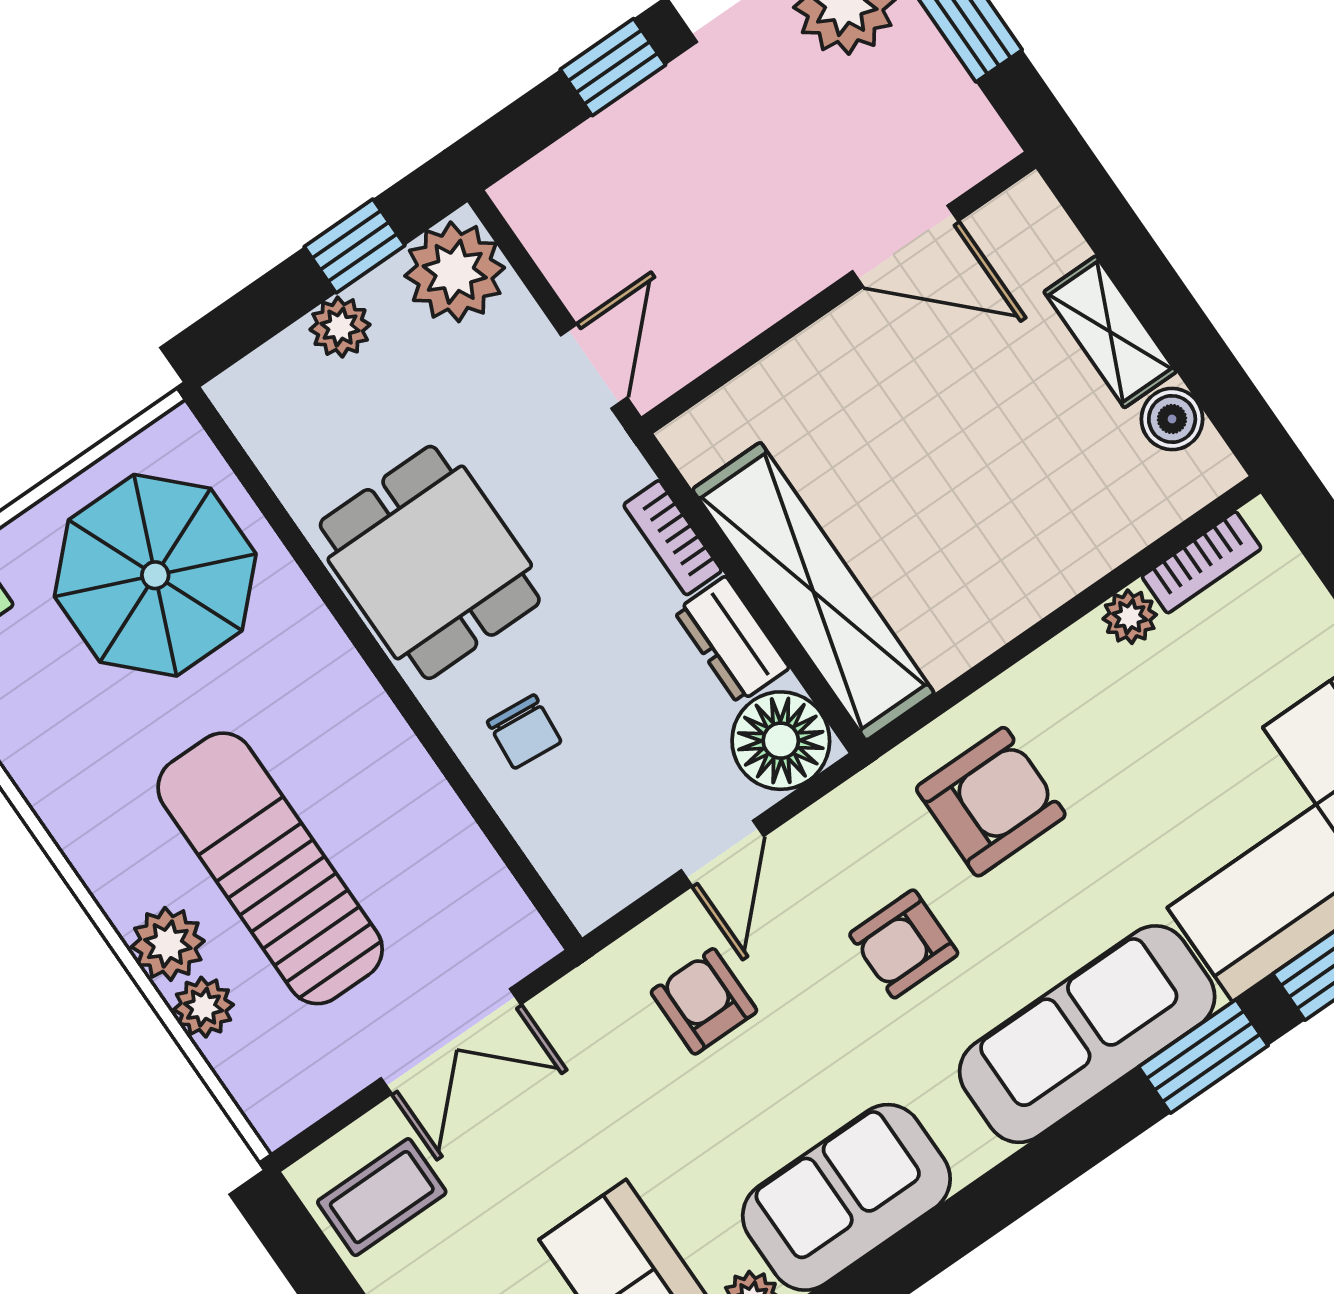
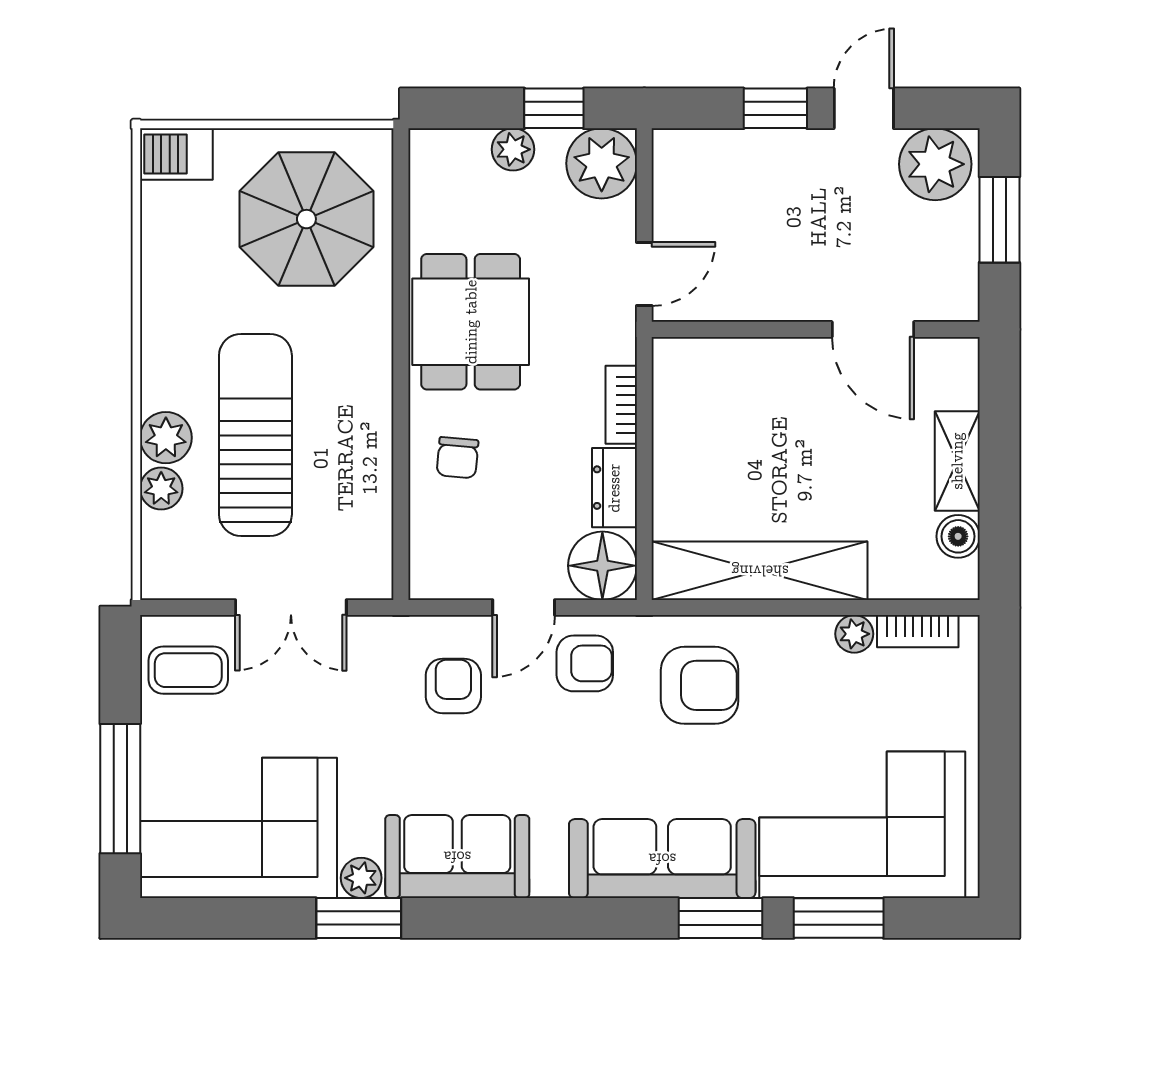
shelving: (813, 591) -> (760, 571), moved, turned 90
armchair: (904, 944) -> (585, 663), moved, turned 180

